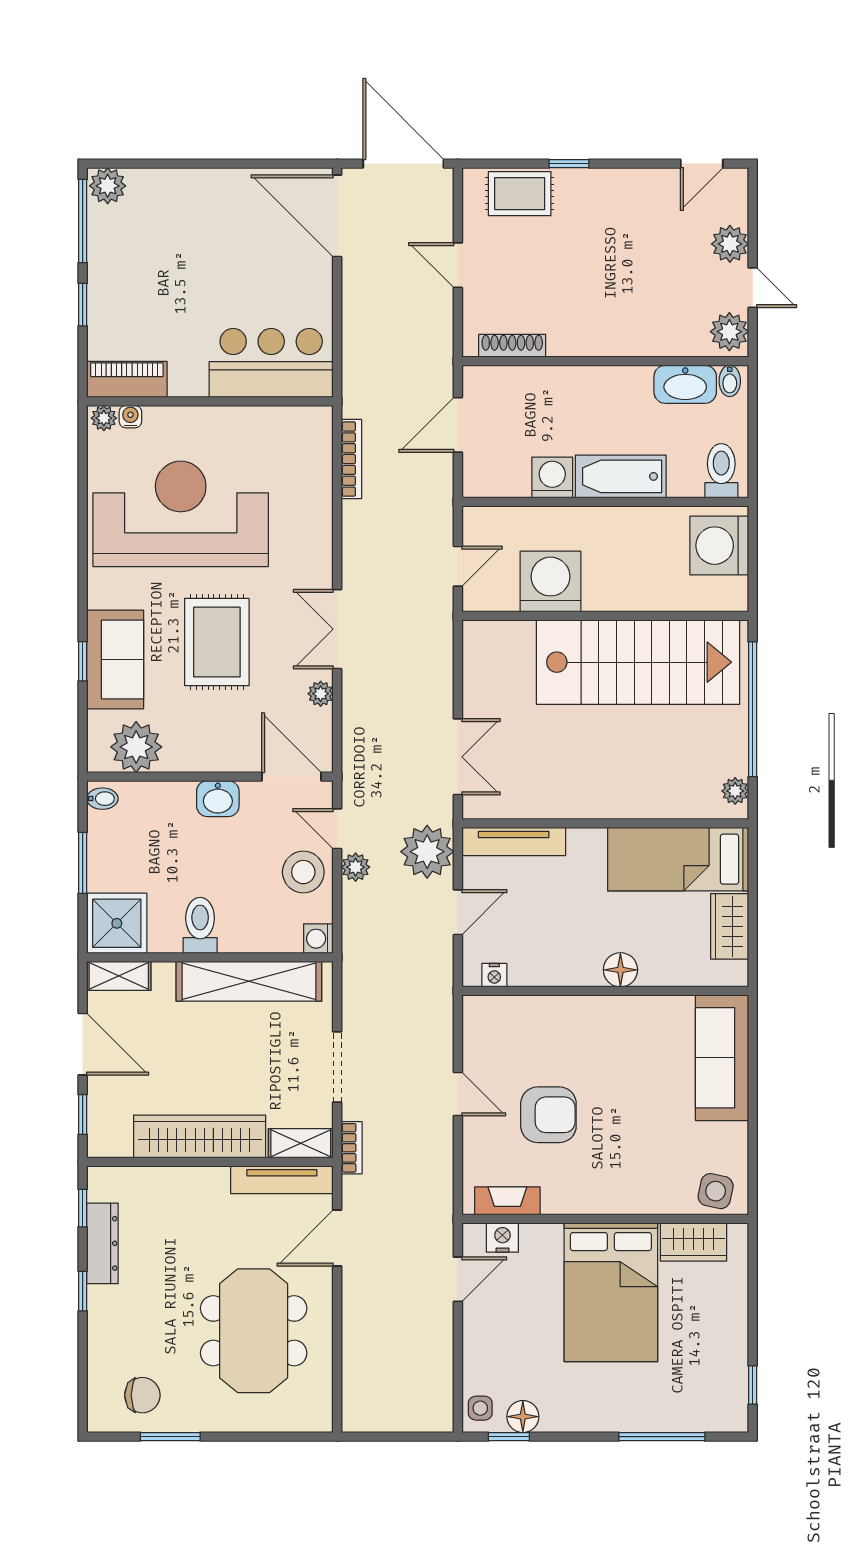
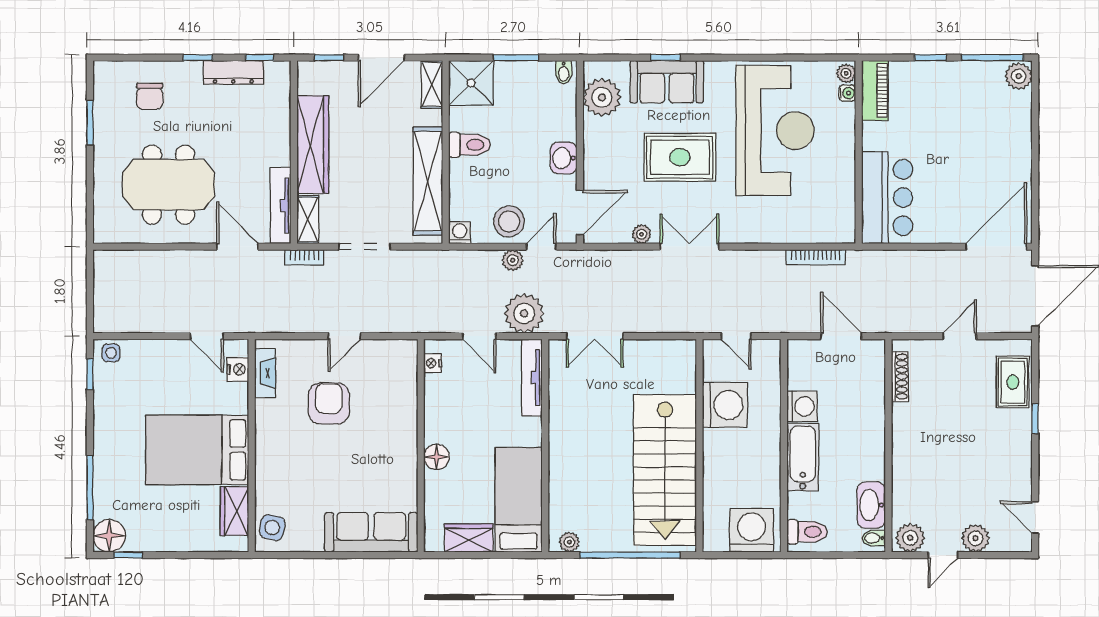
armchair: (548, 1115) -> (329, 403), turned 180
chair: (142, 1395) -> (150, 96), moved
floor lamp: (523, 1417) -> (109, 536), moved, width x1.38, depth x1.38

